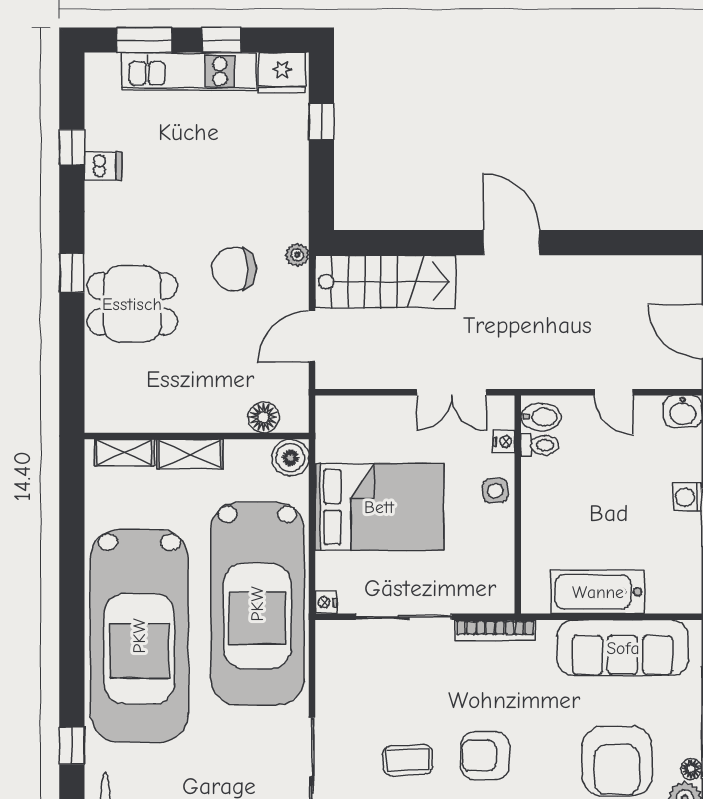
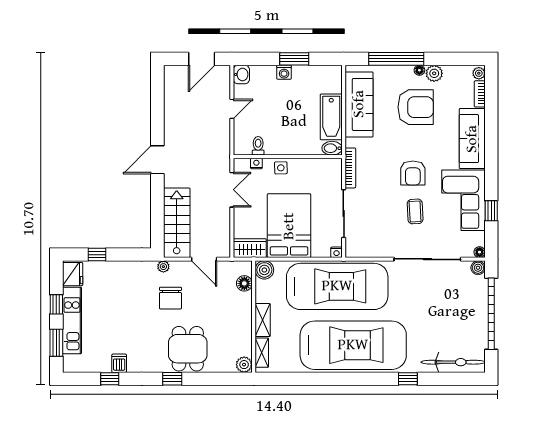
plant: (100, 417) -> (244, 365), added
bidet: (541, 417) -> (332, 148), moved, turned -90
wardrobe: (334, 428) -> (250, 248), added

